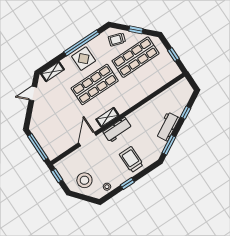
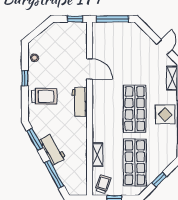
trolley: (117, 39) -> (103, 184), moved
window: (186, 113) -> (54, 174), width x2.17
shelving: (107, 117) -> (97, 155), moved
stool: (84, 180) -> (54, 41), removed

